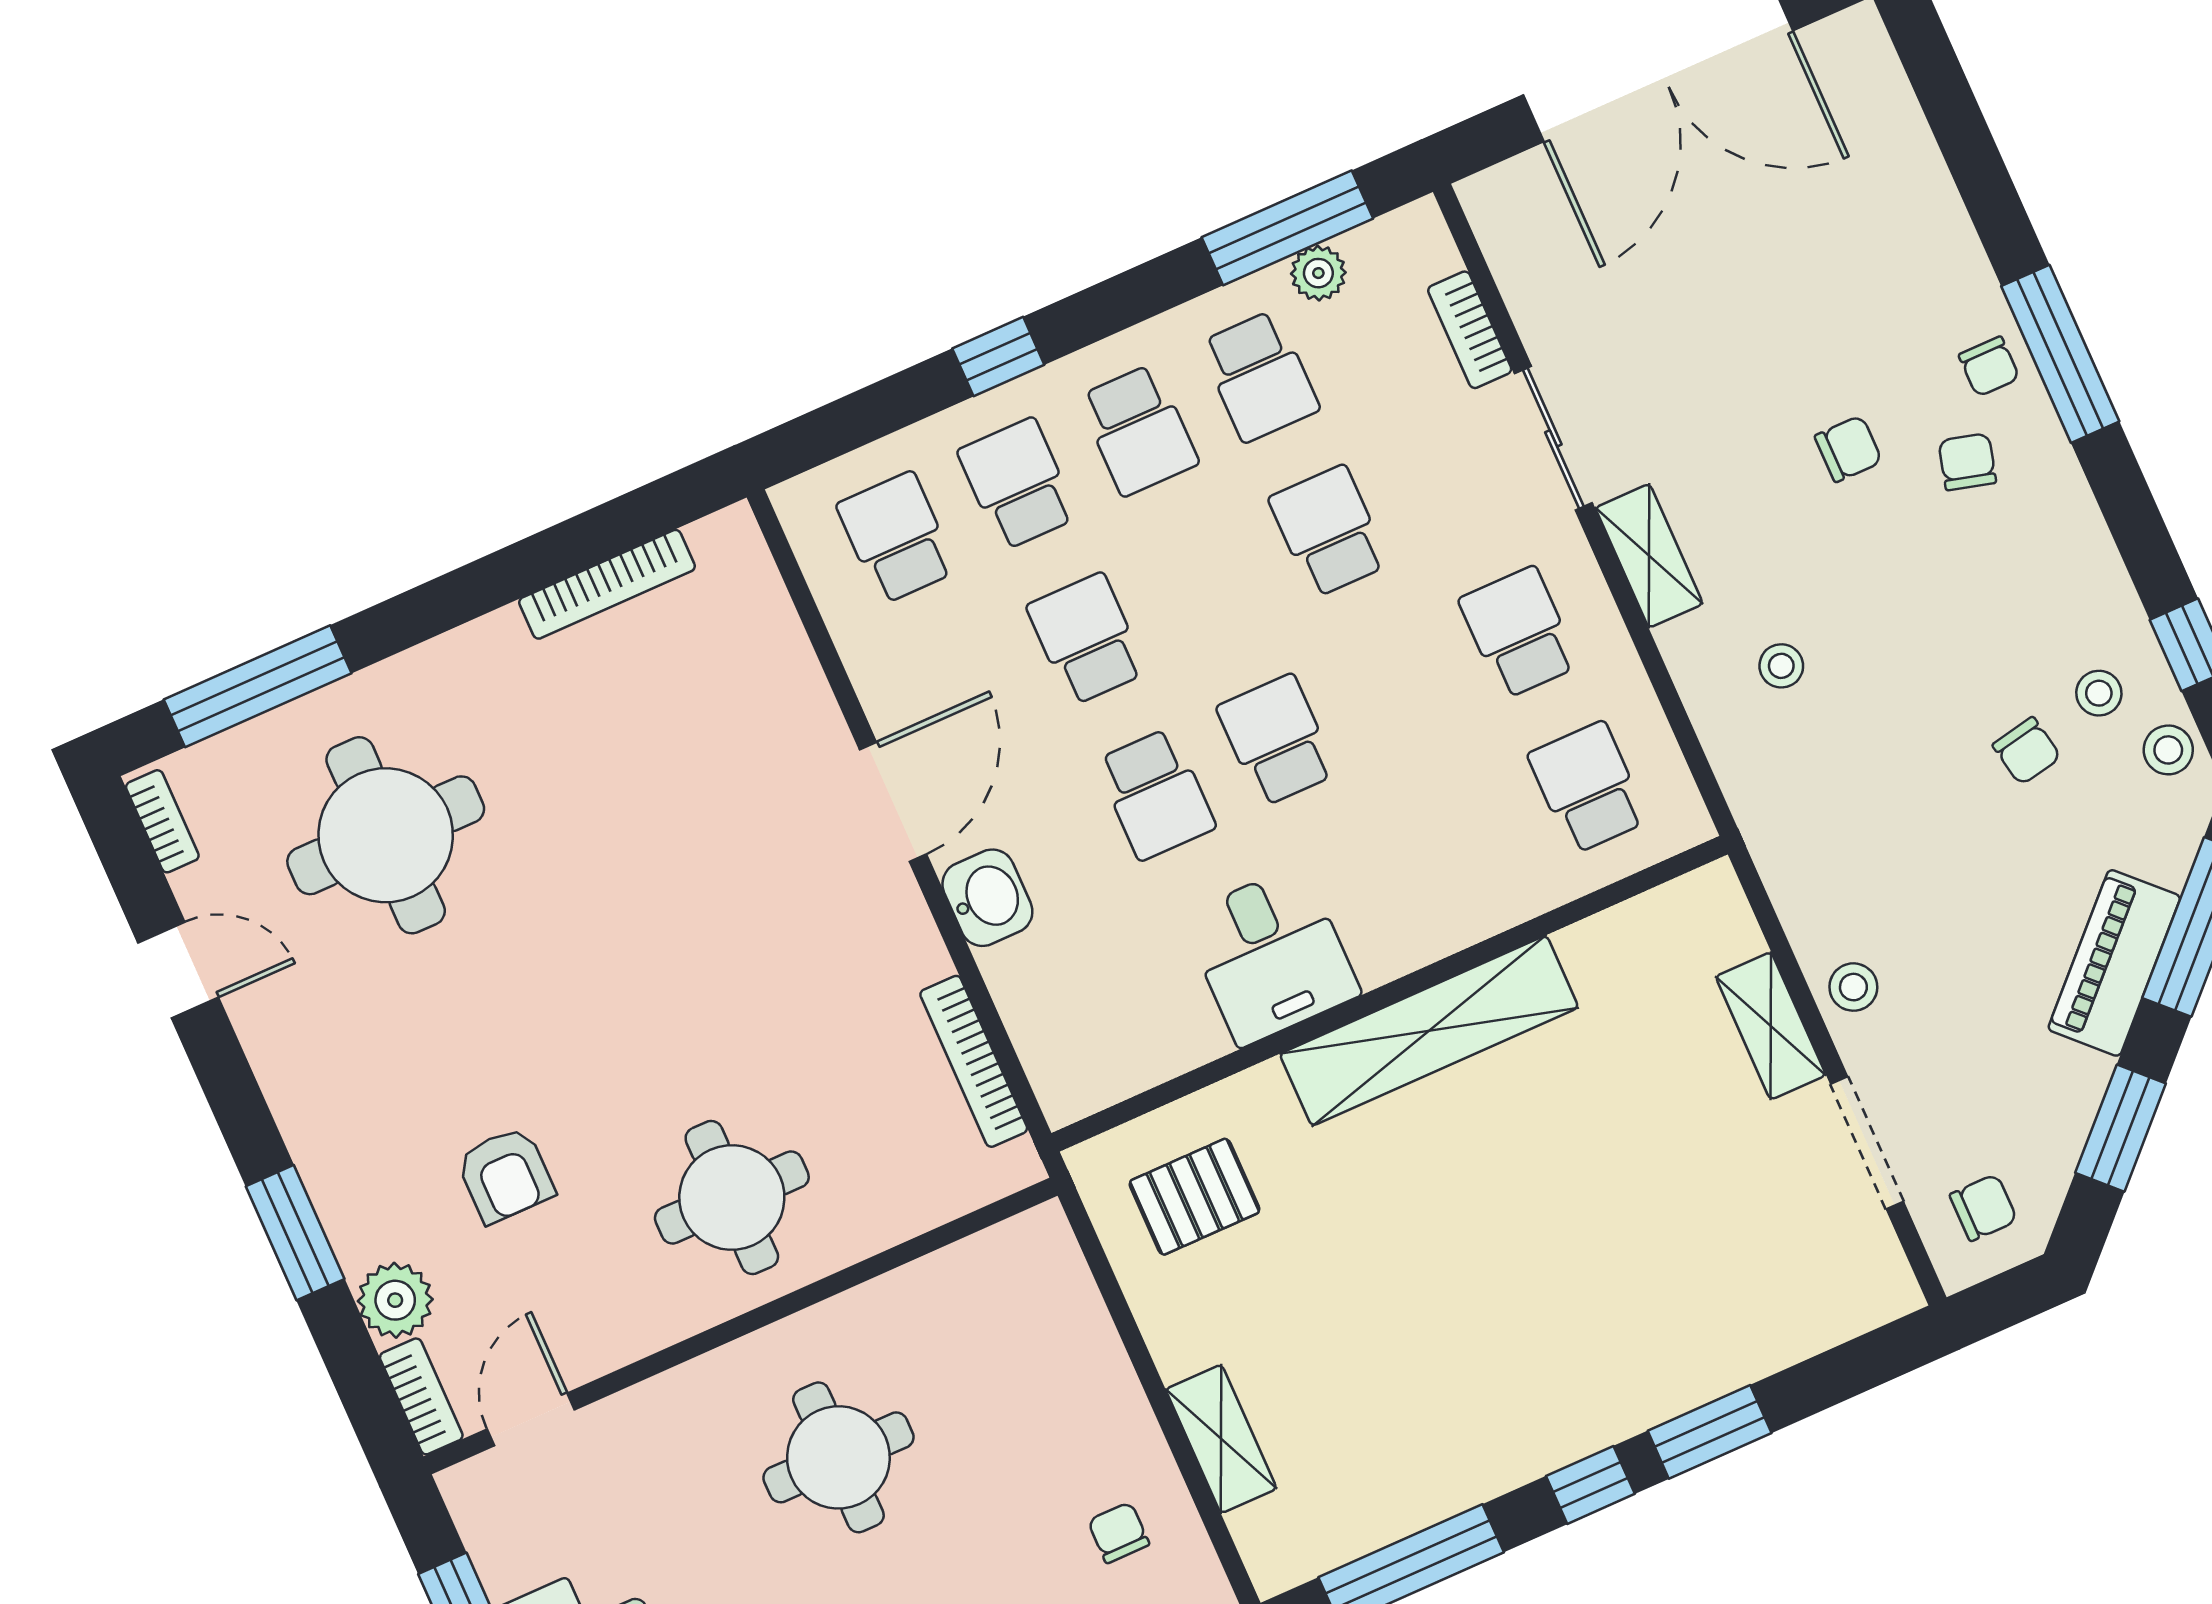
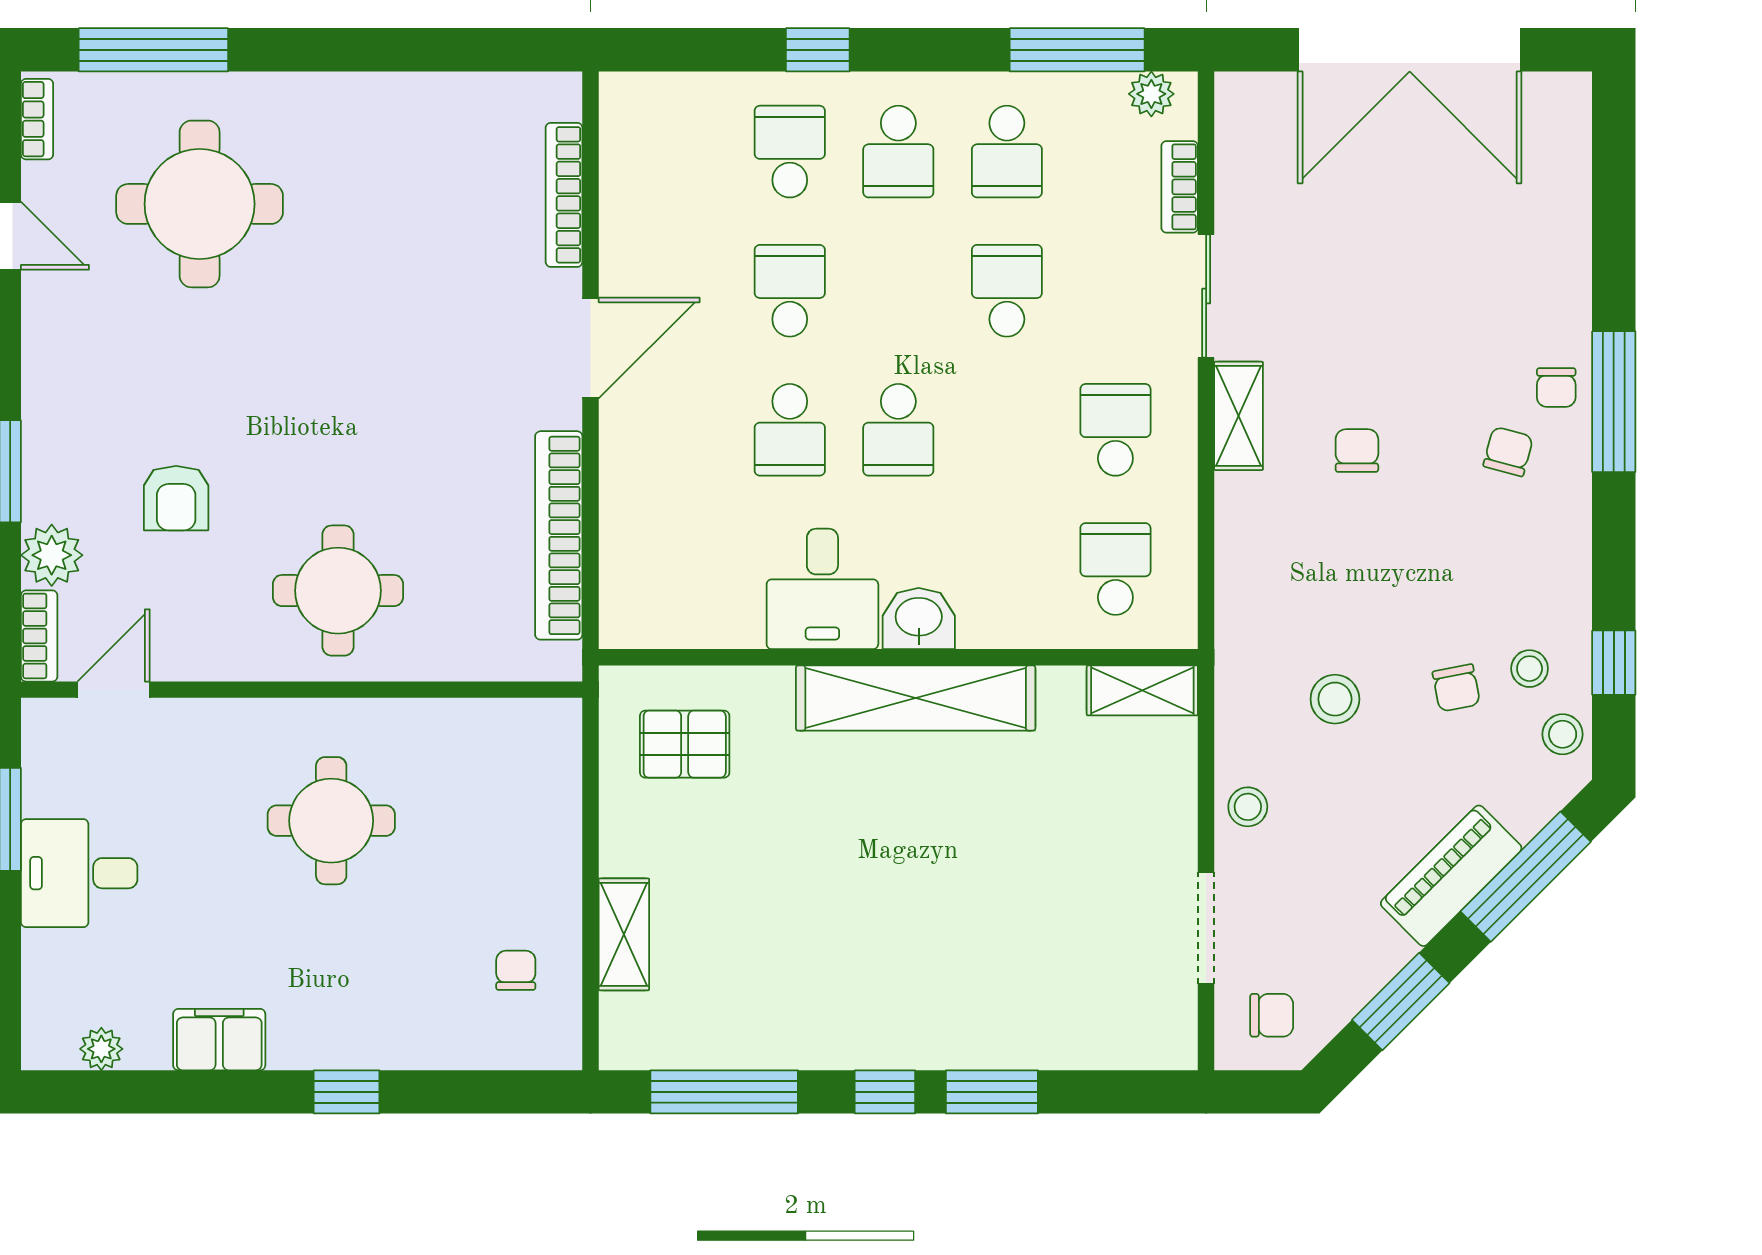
plant: (1318, 273) -> (1151, 94), moved
chair: (1848, 449) -> (1357, 451), moved, turned -90
school desk: (897, 538) -> (681, 152), removed
bookcase: (607, 584) -> (564, 195), moved, turned 90
stool: (1781, 666) -> (1335, 699), moved, width x1.37, depth x1.37
school desk: (1277, 740) -> (898, 430), turned 180
washbasin: (987, 898) -> (919, 619), moved, turned -90
shelving: (1771, 1026) -> (1142, 690), moved, turned 90
bookcase: (974, 1061) -> (559, 535), width x1.48, depth x1.31

